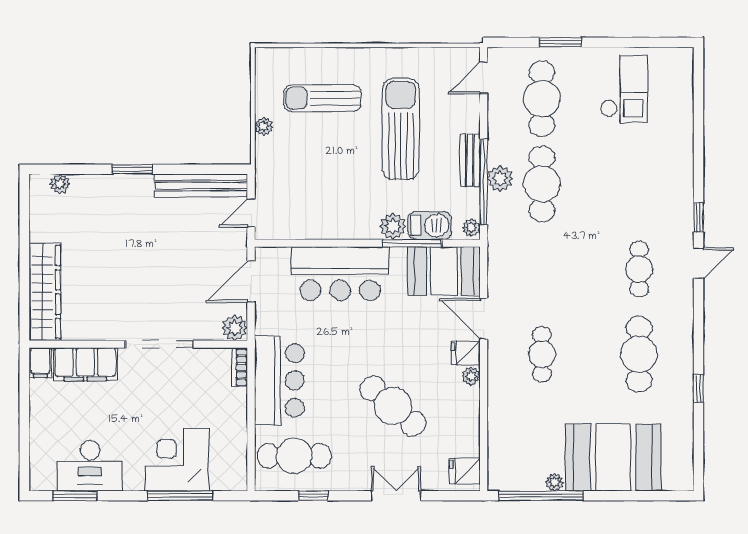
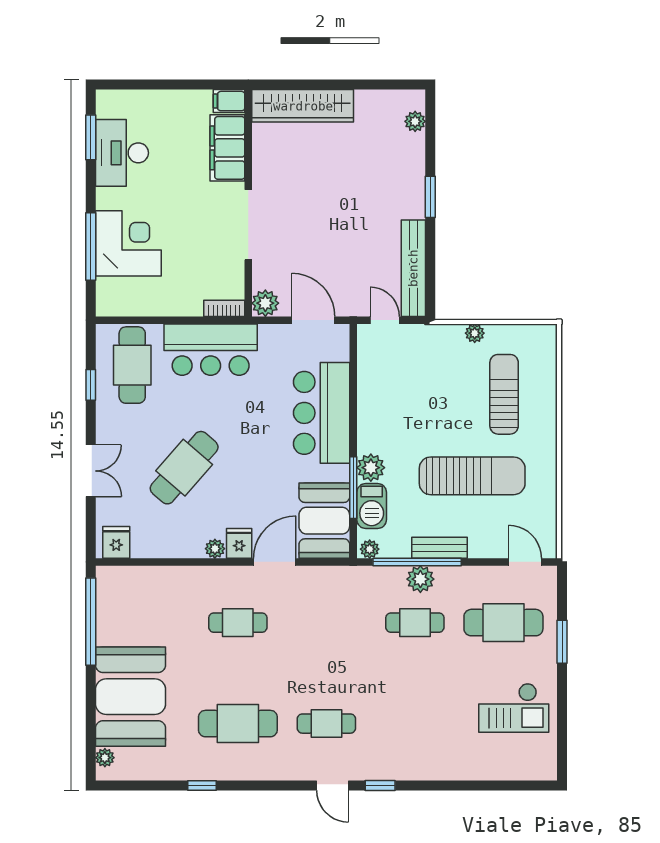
cafe table: (542, 184) -> (415, 623), width x0.73, depth x0.74
plant: (554, 482) -> (105, 758), moved

